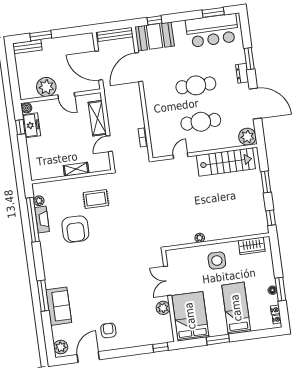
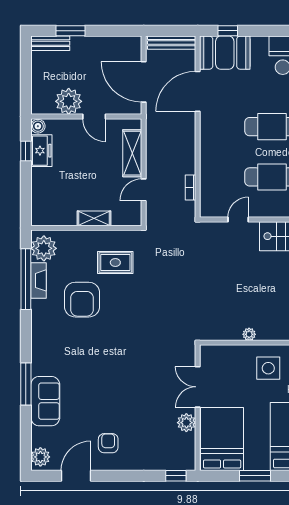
plant: (39, 201) -> (44, 248), width x1.88, depth x1.88

